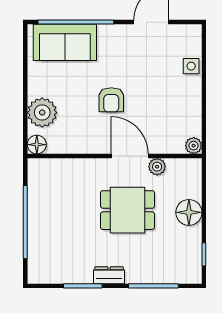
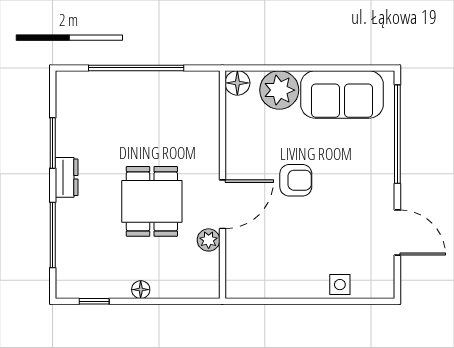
sofa: (65, 42) -> (342, 94), moved, turned -90
armchair: (111, 100) -> (296, 180), turned 180
plant: (194, 146) -> (236, 288), removed
floor lamp: (189, 212) -> (141, 290), width x0.53, depth x0.53

